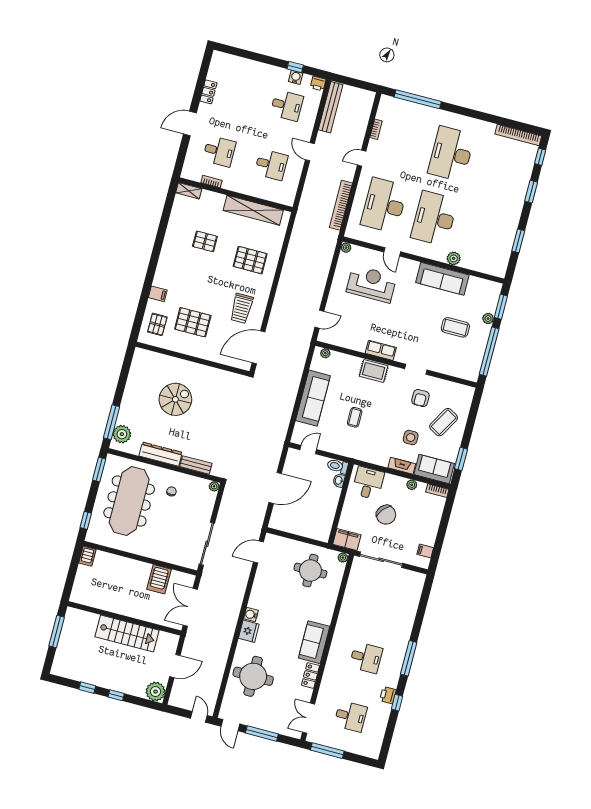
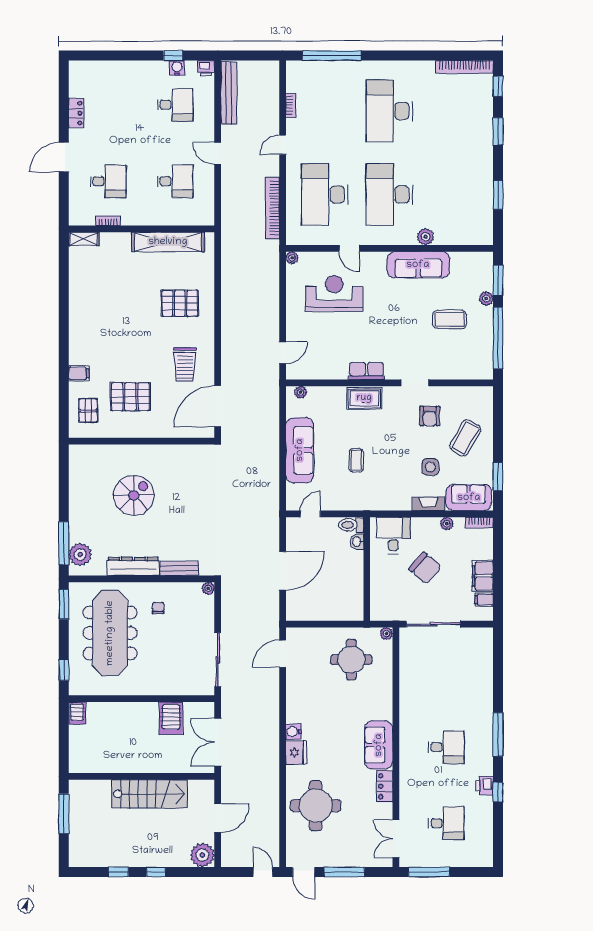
pallet: (205, 241) -> (119, 295), removed
filing cabinet: (347, 540) -> (483, 576), moved, turned -90

